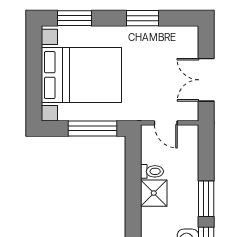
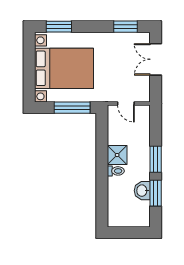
window: (143, 18) -> (125, 27), moved
double door: (206, 80) -> (156, 59), moved
toilet: (152, 171) -> (116, 171), moved

